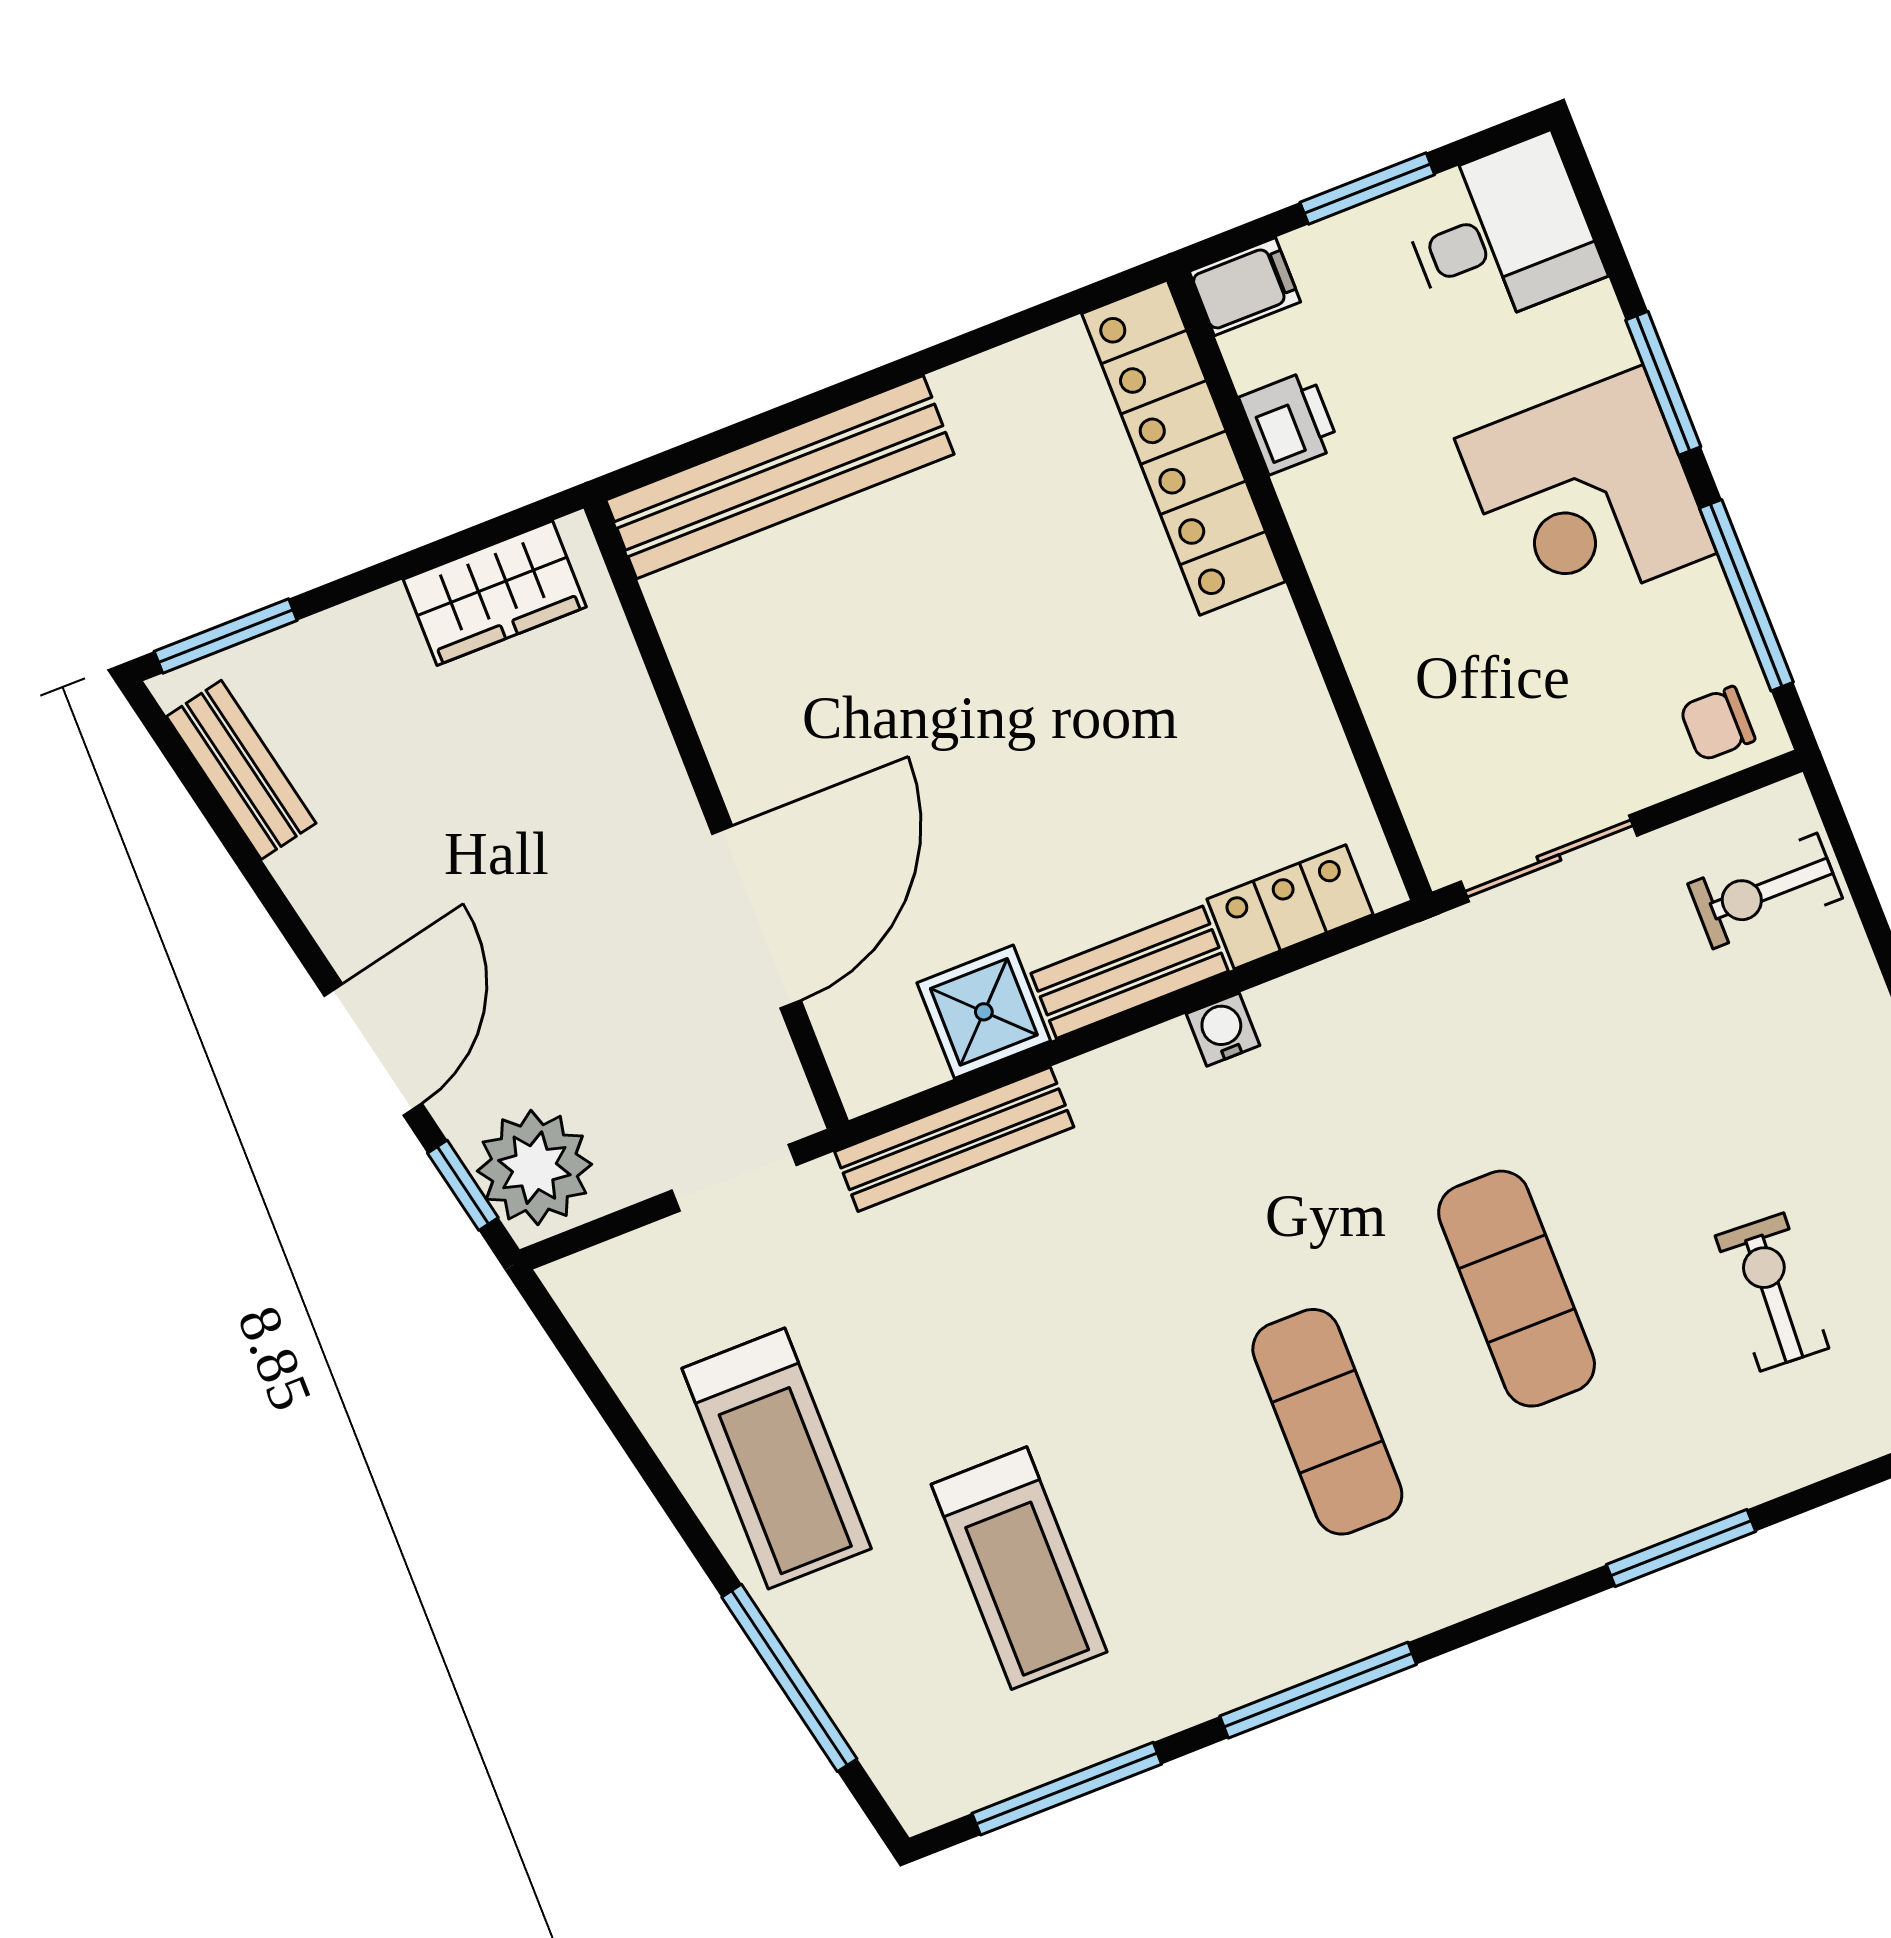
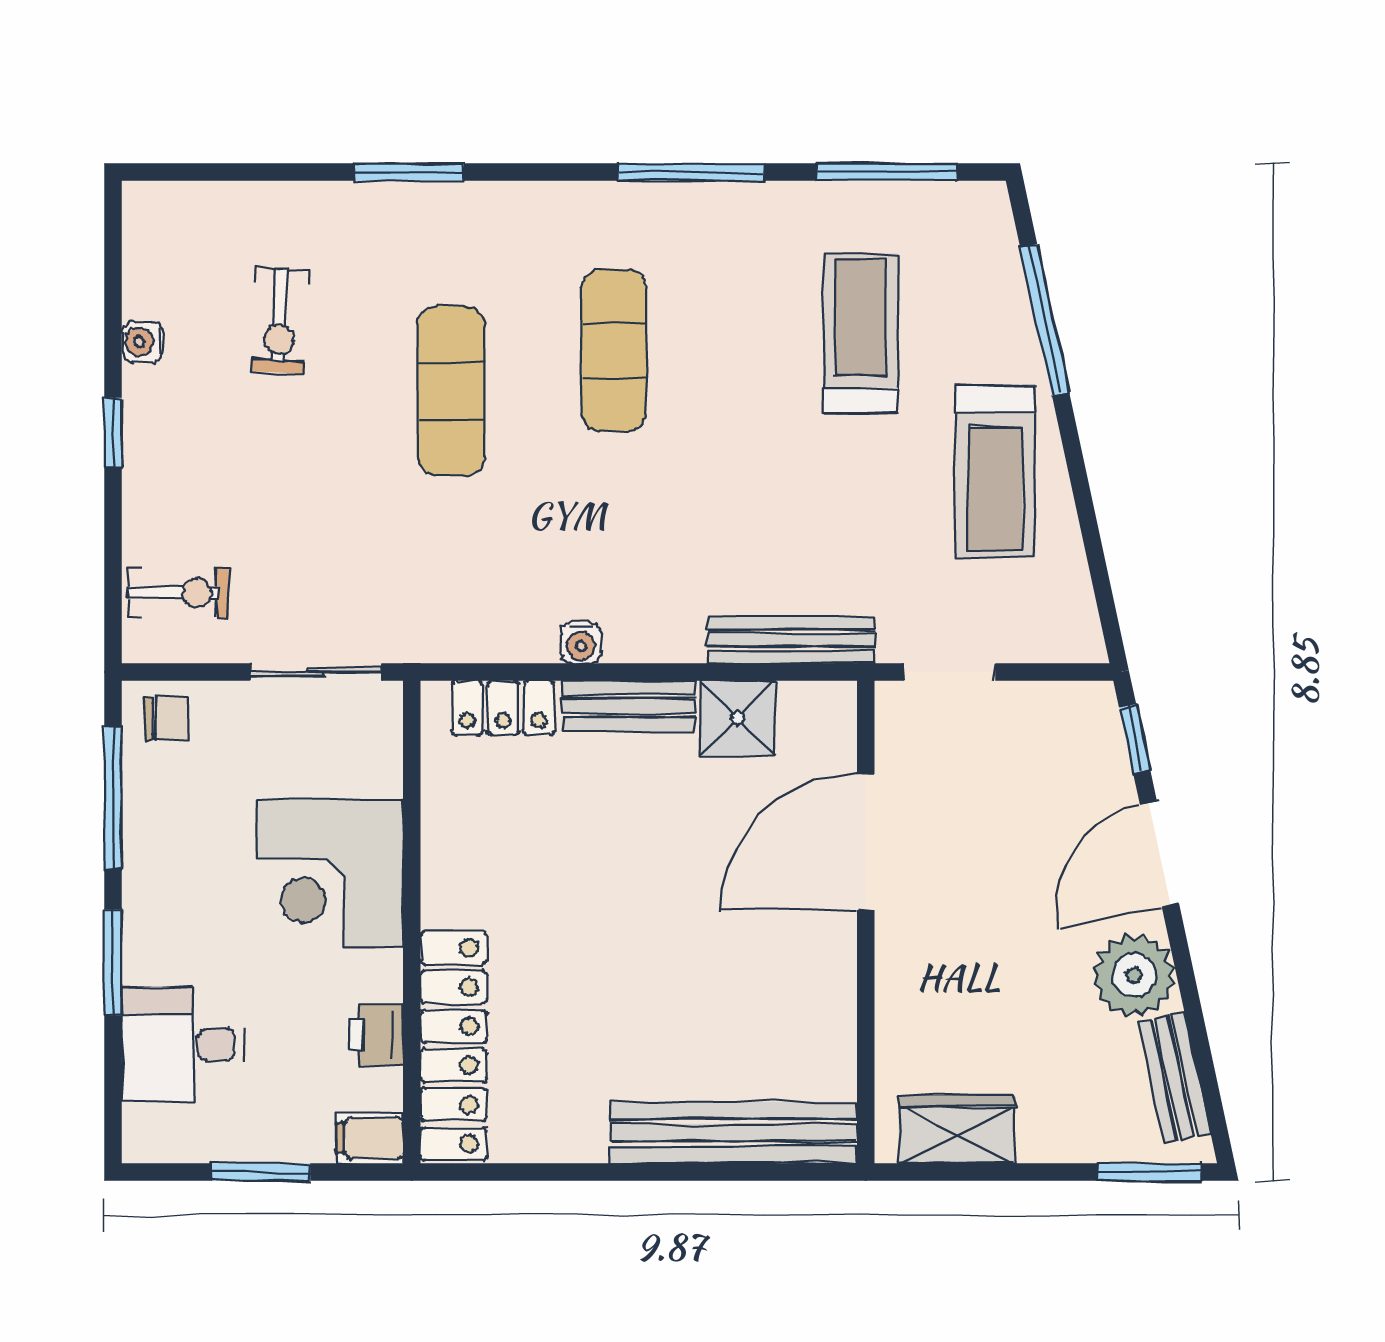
desk: (1501, 234) -> (183, 1044), moved
corner desk: (1586, 496) -> (330, 874), moved, turned 180
plant: (534, 1168) -> (1134, 975), moved
treadmill: (777, 1458) -> (995, 472), turned 180

